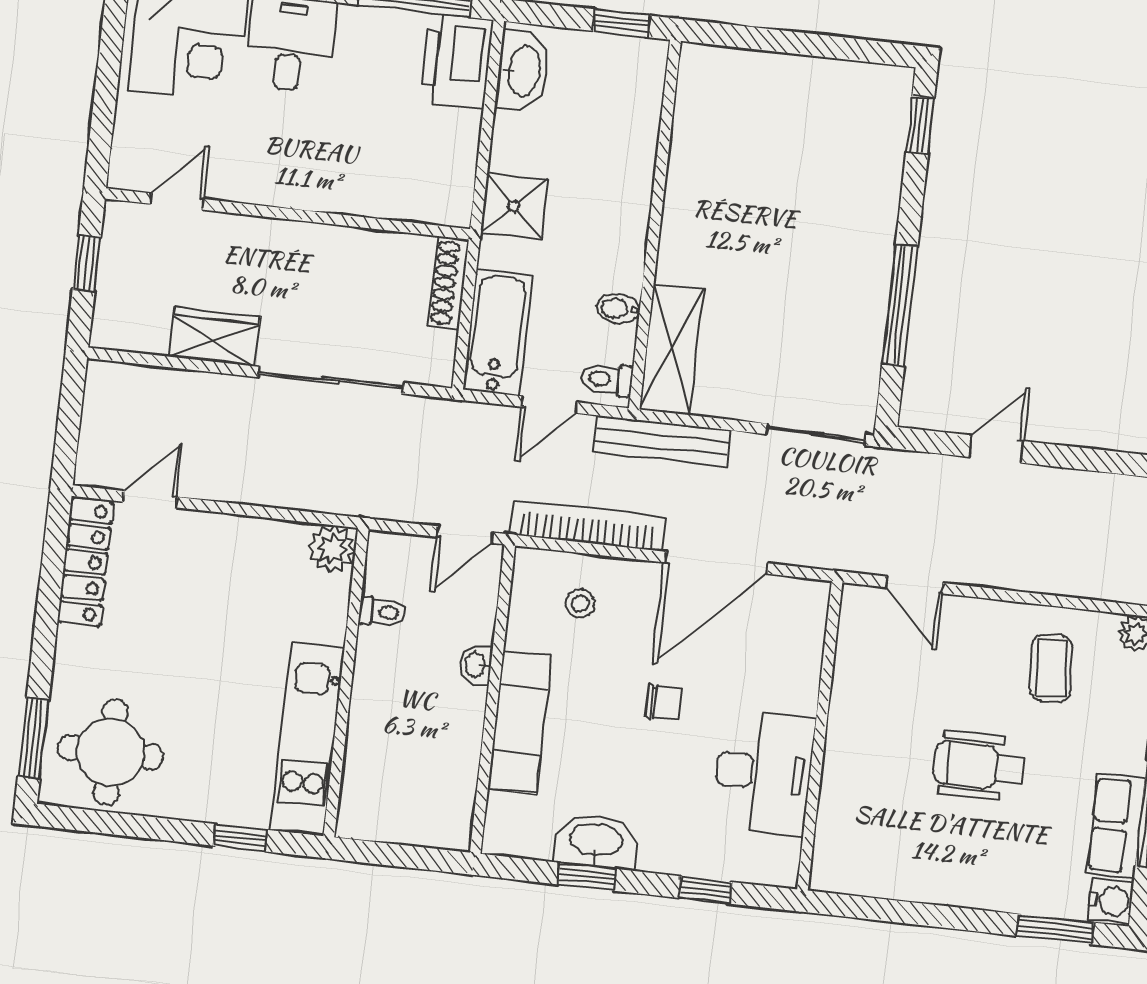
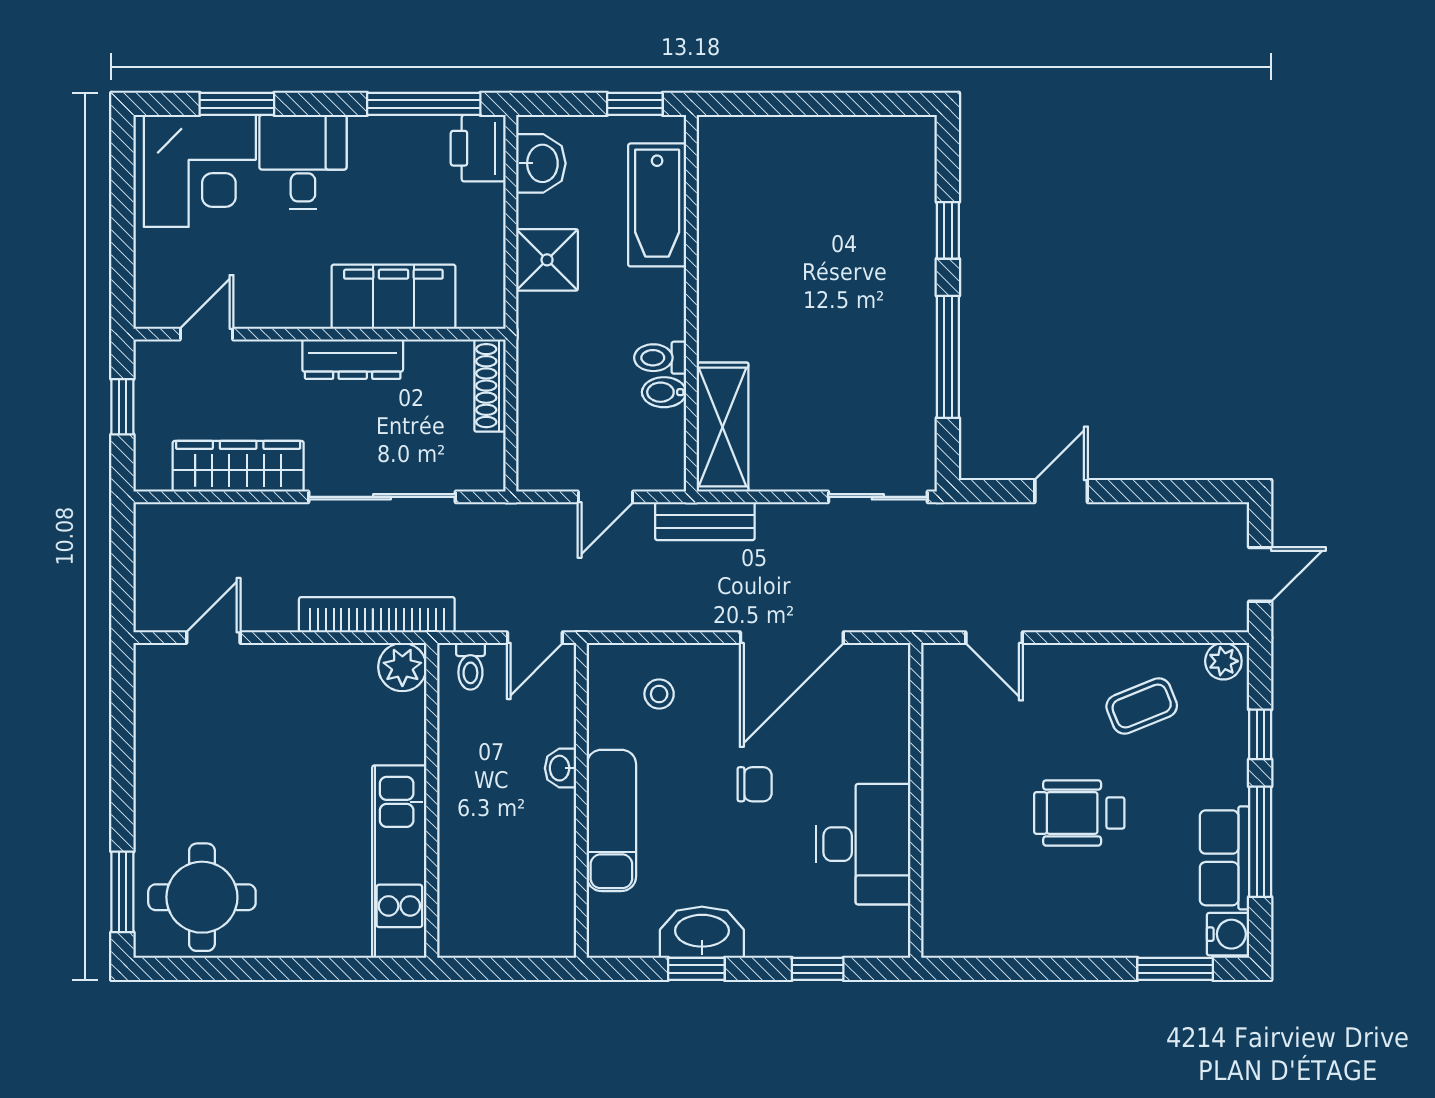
printer: (457, 61) -> (478, 148), width x0.73, depth x0.84
washbasin: (523, 71) -> (541, 163), width x0.72
window: (920, 125) -> (948, 230), moved
filing cabinet: (364, 185) -> (393, 297), added
shower: (514, 206) -> (547, 260), moved
dresser: (317, 242) -> (353, 359), added
bathtub: (498, 333) -> (657, 205), moved, turned 180
wardrobe: (215, 337) -> (238, 466), width x1.50
toilet: (606, 379) -> (660, 358), moved
bench: (662, 441) -> (705, 521), width x0.73
bookcase: (588, 526) -> (377, 615), moved
locker: (85, 562) -> (155, 708), removed
toilet: (382, 612) -> (470, 666), moved, turned 90
coffee table: (1051, 668) -> (1142, 706), turned 72
window: (240, 838) -> (342, 969), removed

